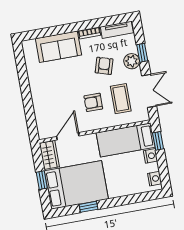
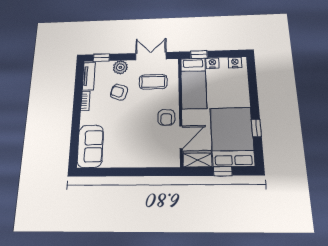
sofa: (58, 47) -> (90, 146), moved
window: (142, 53) -> (101, 58), moved
armchair: (93, 102) -> (166, 117), moved
door: (68, 136) -> (181, 137), swing flipped

